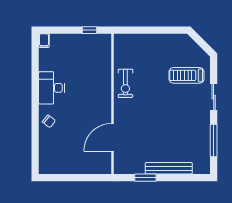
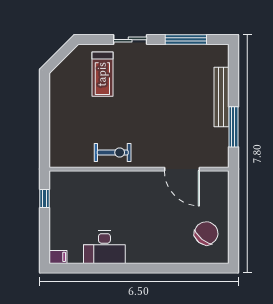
desk: (51, 88) -> (104, 247), moved
chair: (49, 121) -> (206, 233), moved, width x1.87, depth x1.87
window: (145, 178) -> (233, 127), width x1.44

